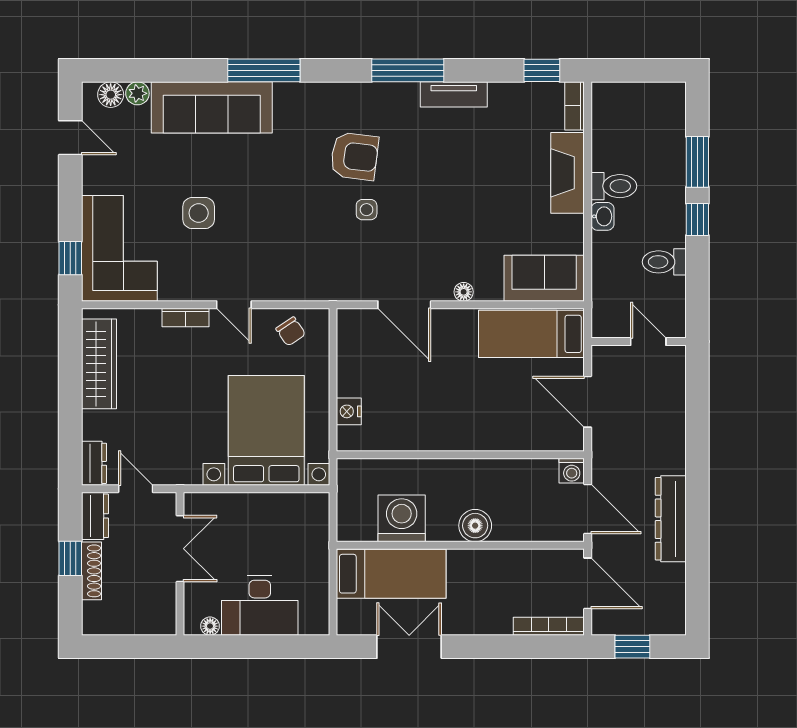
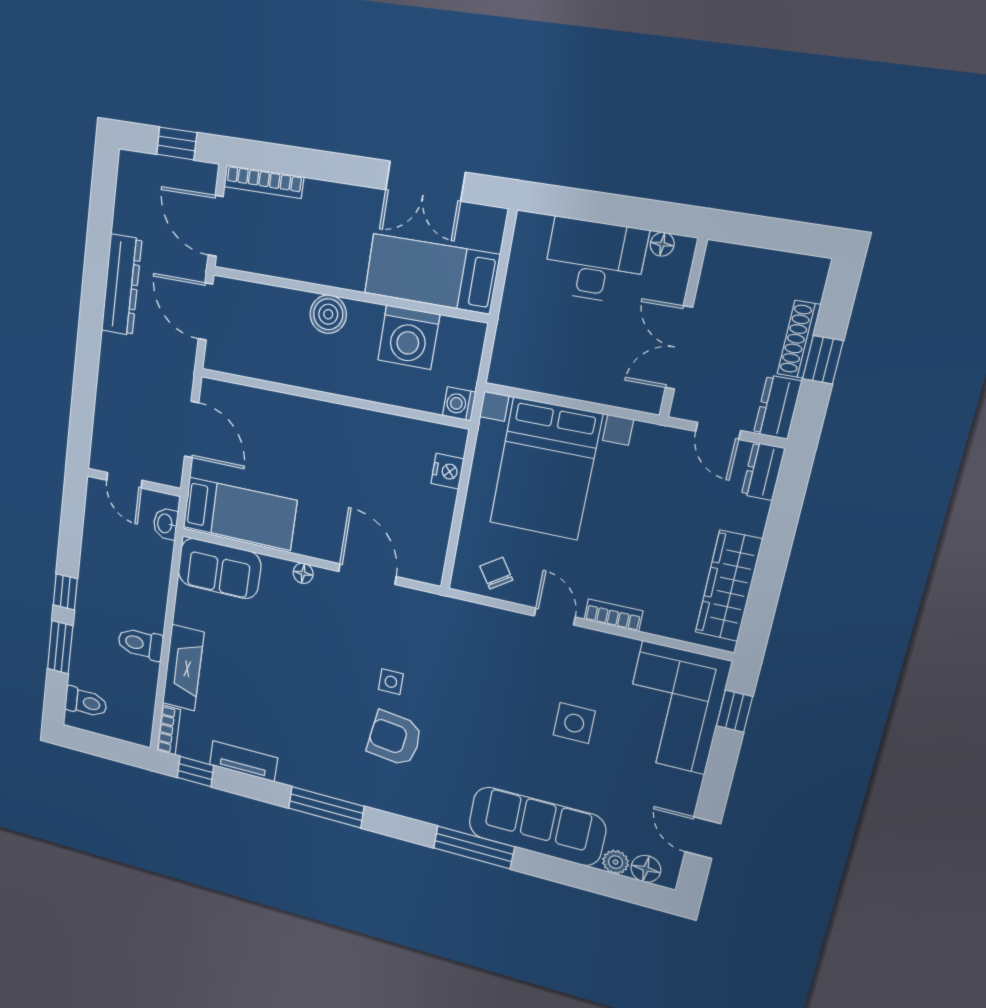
tv unit: (454, 94) -> (243, 761), moved
washbasin: (602, 216) -> (165, 524), moved
toilet: (664, 262) -> (86, 702), moved
washing machine: (572, 471) -> (459, 404), moved, turned -90

